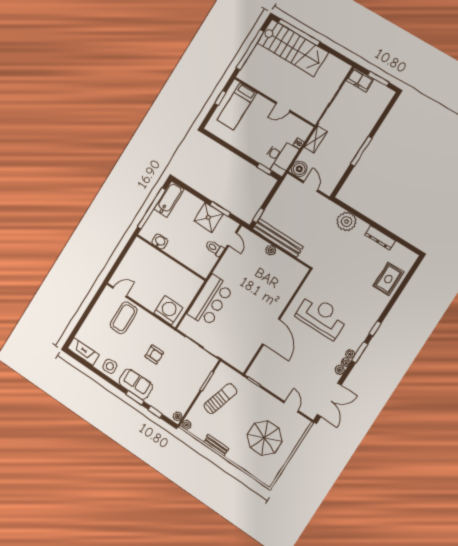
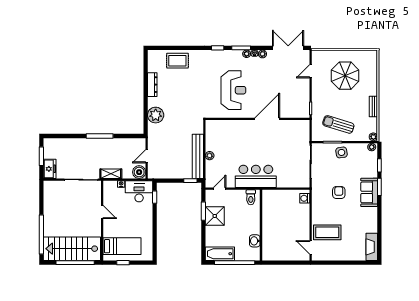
stairs: (293, 48) -> (72, 249), moved, turned -90
toilet: (215, 248) -> (251, 197), moved
bar counter: (210, 301) -> (256, 176), moved
washing machine: (168, 310) -> (305, 198), width x0.53, depth x0.53
reception desk: (321, 316) -> (233, 90), turned 180
side table: (110, 366) -> (341, 152), moved

